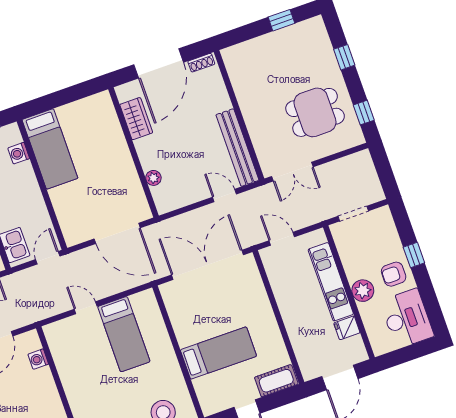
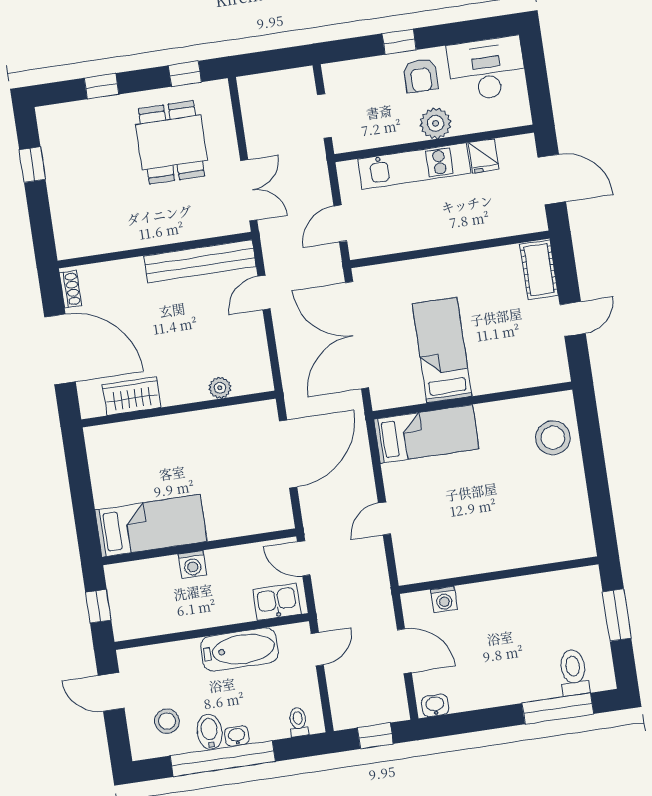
washing machine: (19, 153) -> (192, 564), moved
bed: (124, 334) -> (426, 434), moved
bed: (218, 353) -> (442, 350), moved

